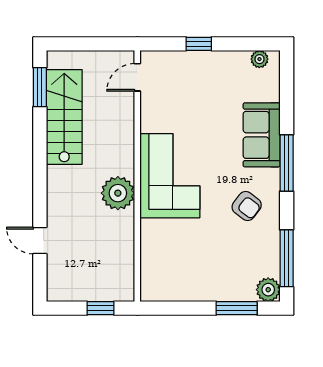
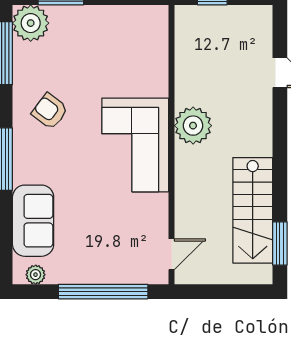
window: (199, 44) -> (103, 292), width x3.17
sofa: (262, 135) -> (33, 221), moved
plant: (268, 290) -> (31, 23), width x1.36, depth x1.36

